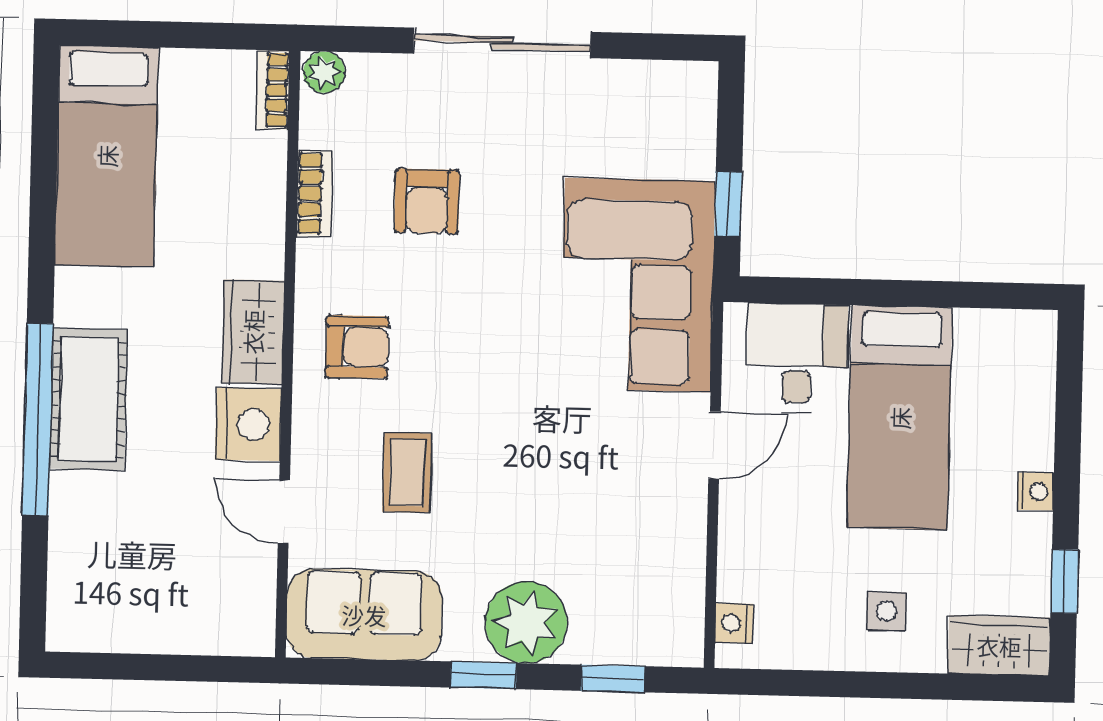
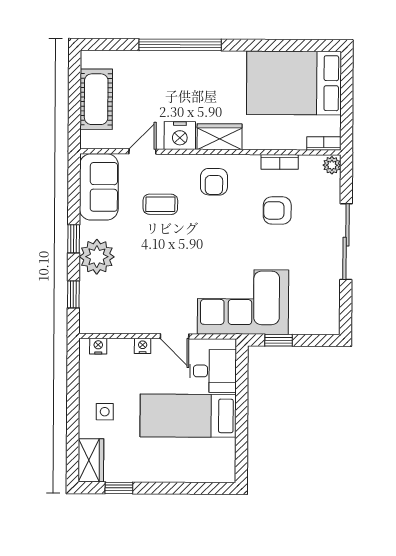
bed: (107, 156) -> (294, 83), width x1.50
cot: (89, 399) -> (96, 99), moved, turned 90
nightstand: (1036, 492) -> (143, 346), moved, turned 180

